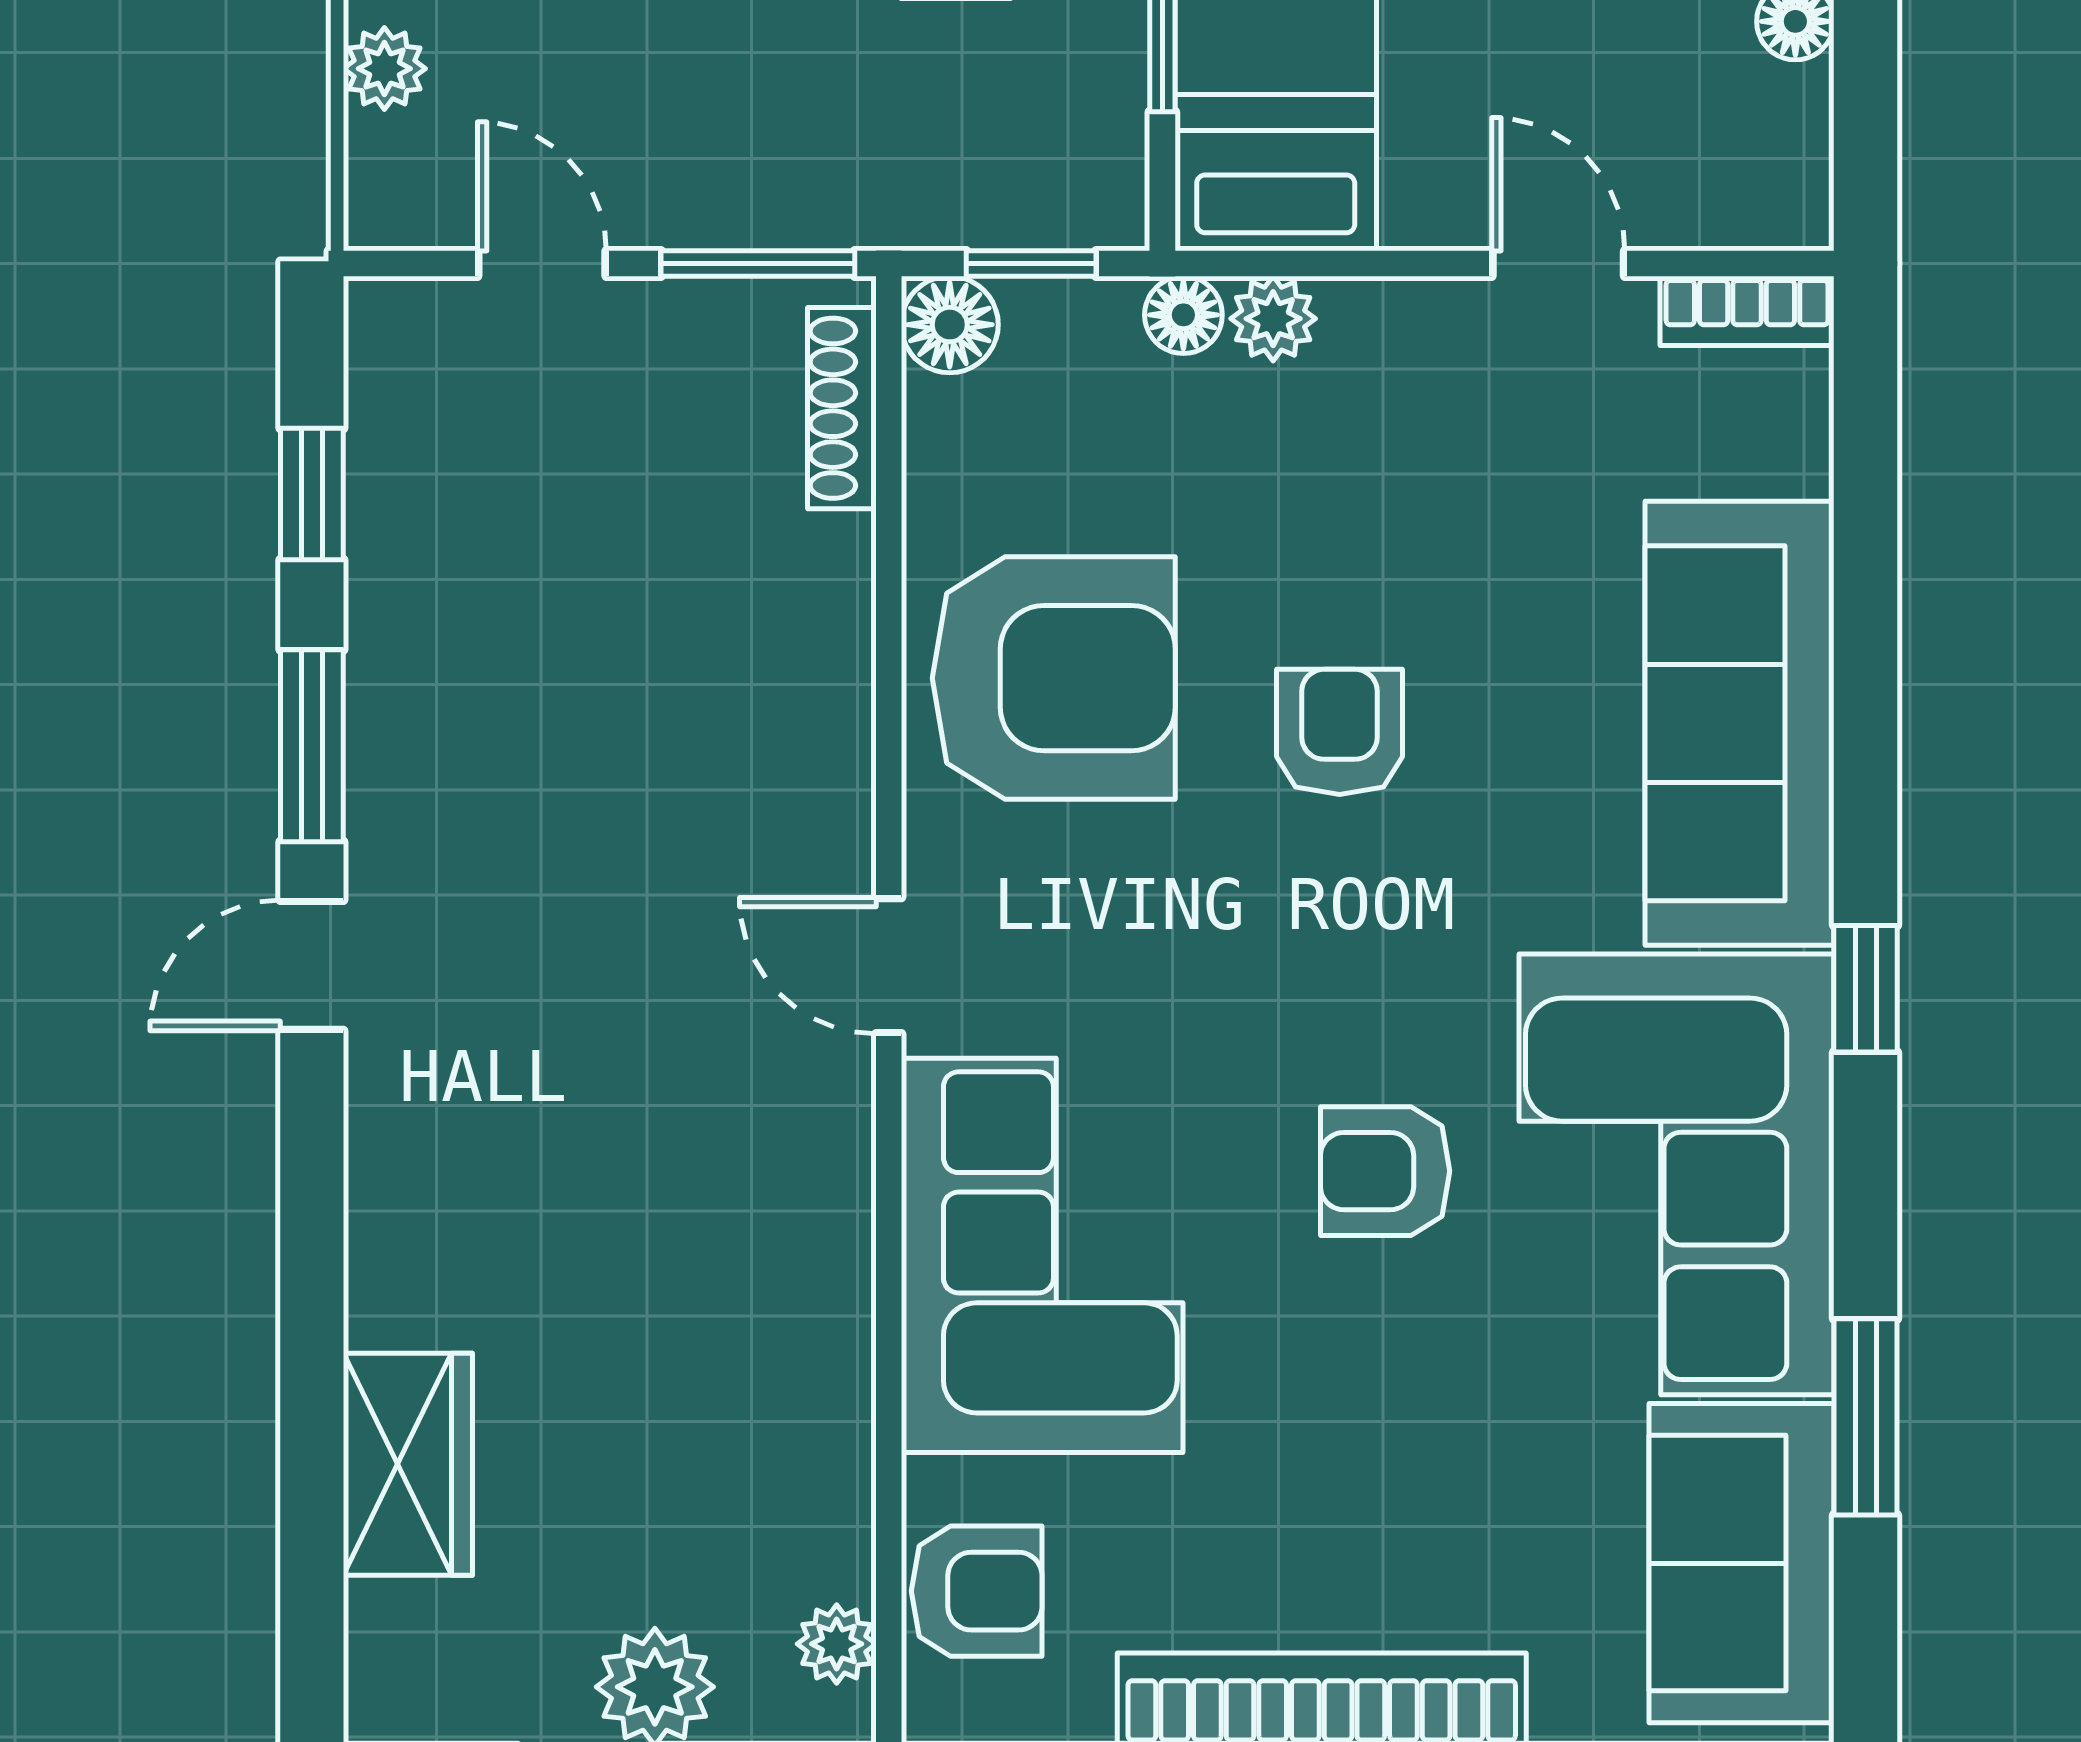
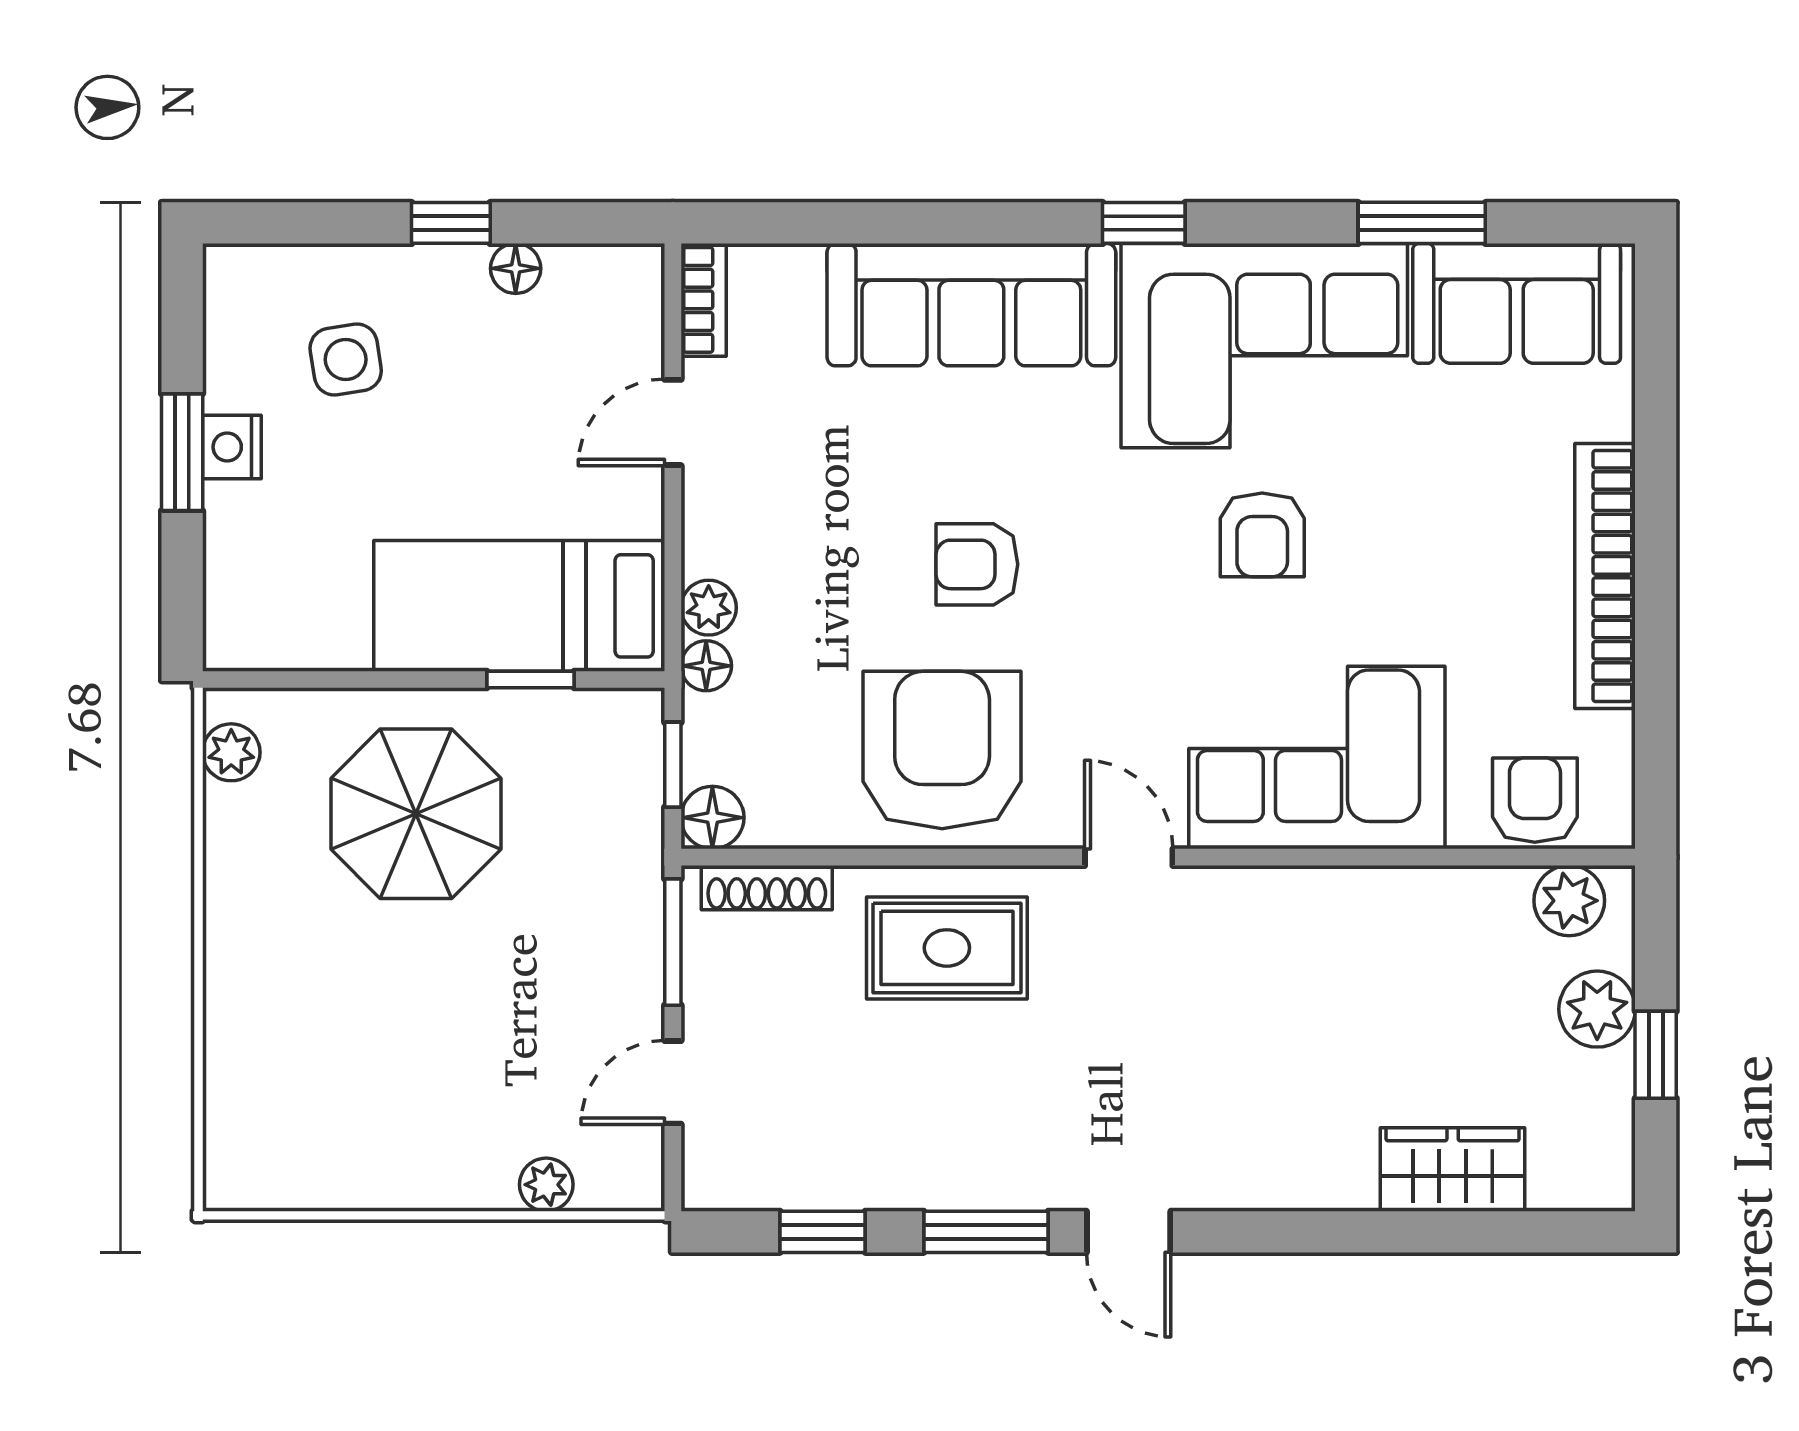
rug: (749, 686) -> (947, 948), added
door: (889, 966) -> (1129, 857), swing flipped
plant: (837, 1644) -> (1569, 901), width x1.38, depth x1.38

